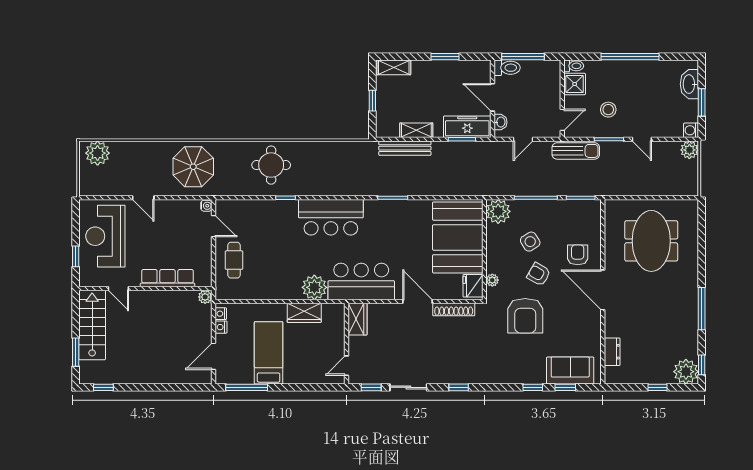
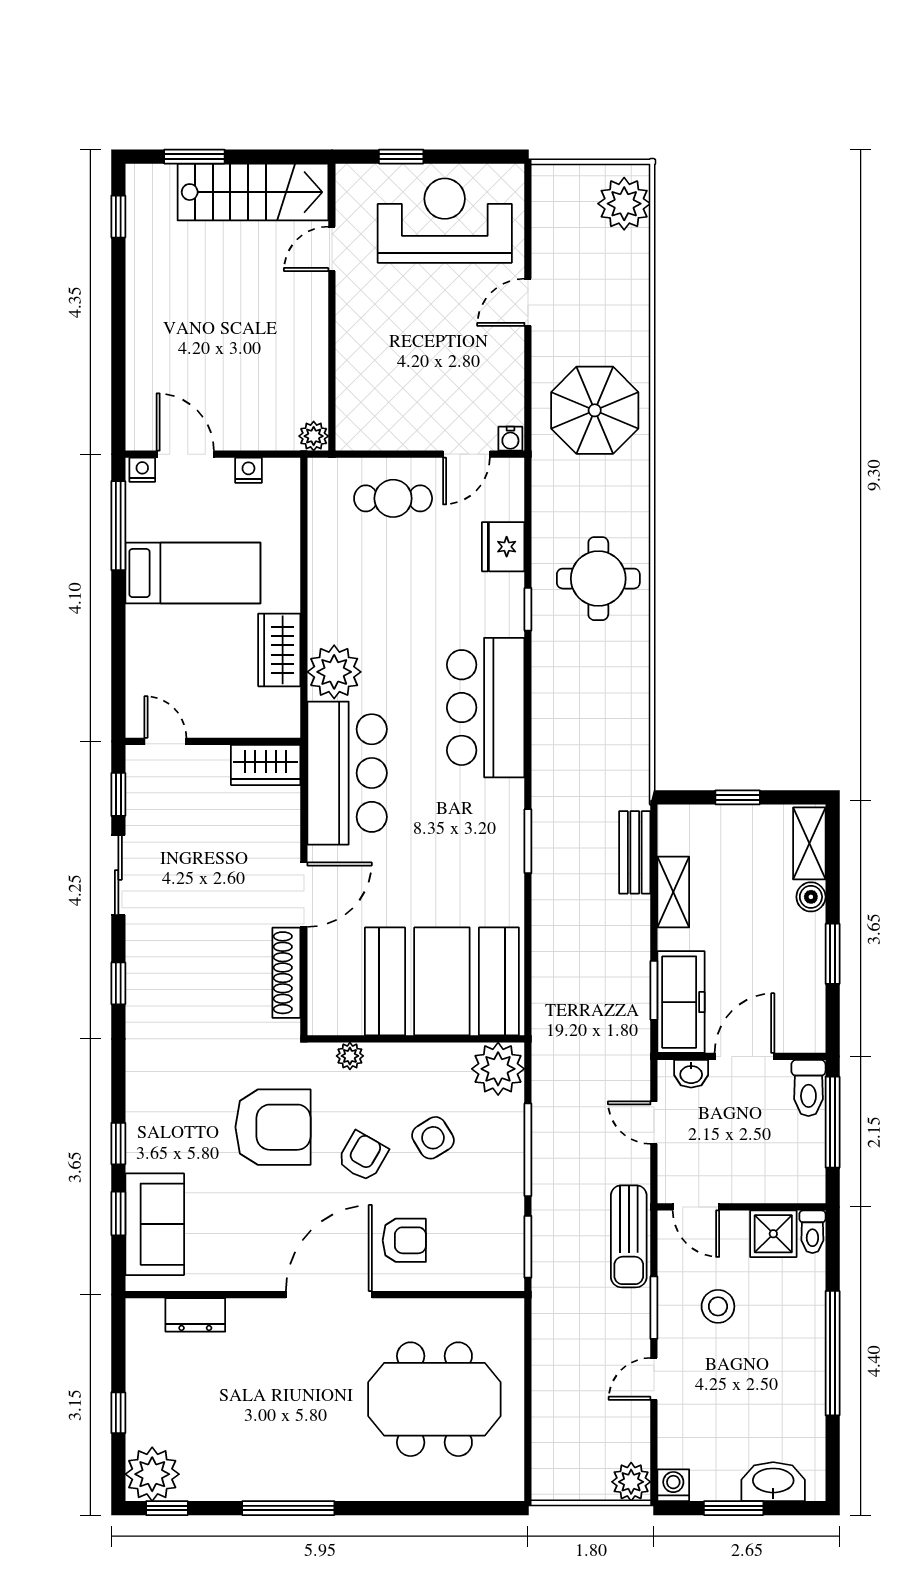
boiler: (419, 67) -> (811, 897), added
bench: (405, 148) -> (635, 852), width x0.73
row of seats: (167, 278) -> (354, 355), removed
fridge: (473, 286) -> (503, 547), moved, turned -90
nightstand: (221, 314) -> (142, 470), moved
armchair: (525, 316) -> (273, 1127), turned 180

